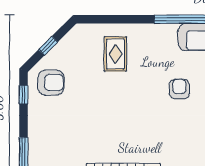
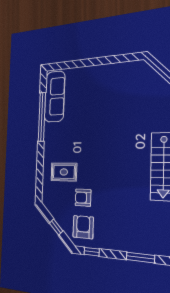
armchair: (179, 89) -> (83, 198), moved

